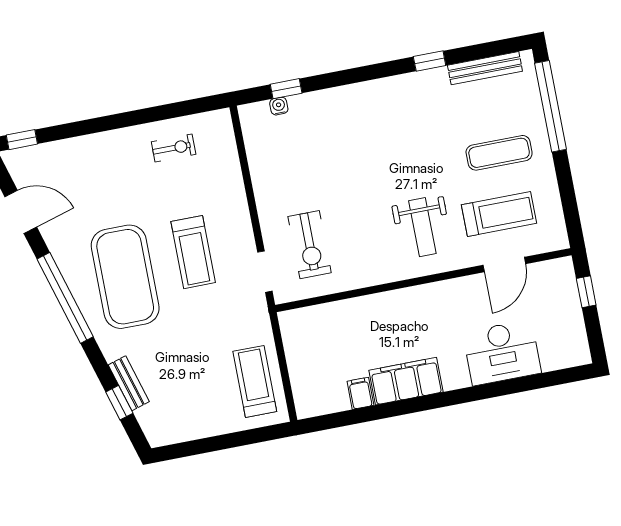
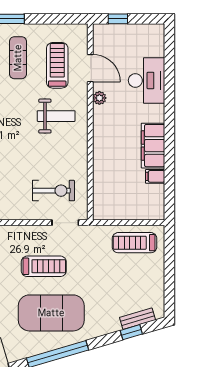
plant: (462, 287) -> (99, 98), added
bench: (129, 383) -> (137, 319), moved

